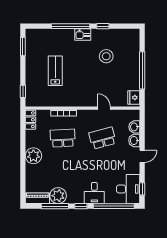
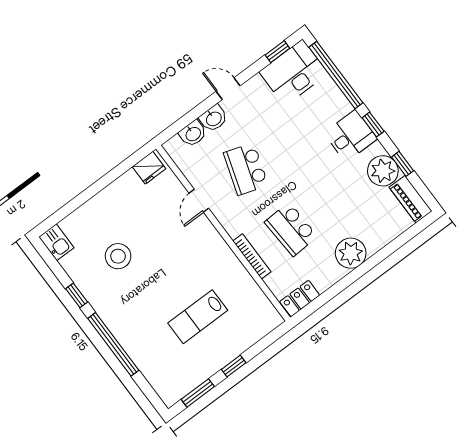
kitchen sink: (83, 35) -> (56, 242), moved
window: (142, 70) -> (98, 186), removed
window: (23, 91) -> (234, 366), moved
school desk: (102, 138) -> (246, 169), turned 33
desk: (94, 193) -> (350, 136), moved
window: (55, 206) -> (403, 164), width x0.46

